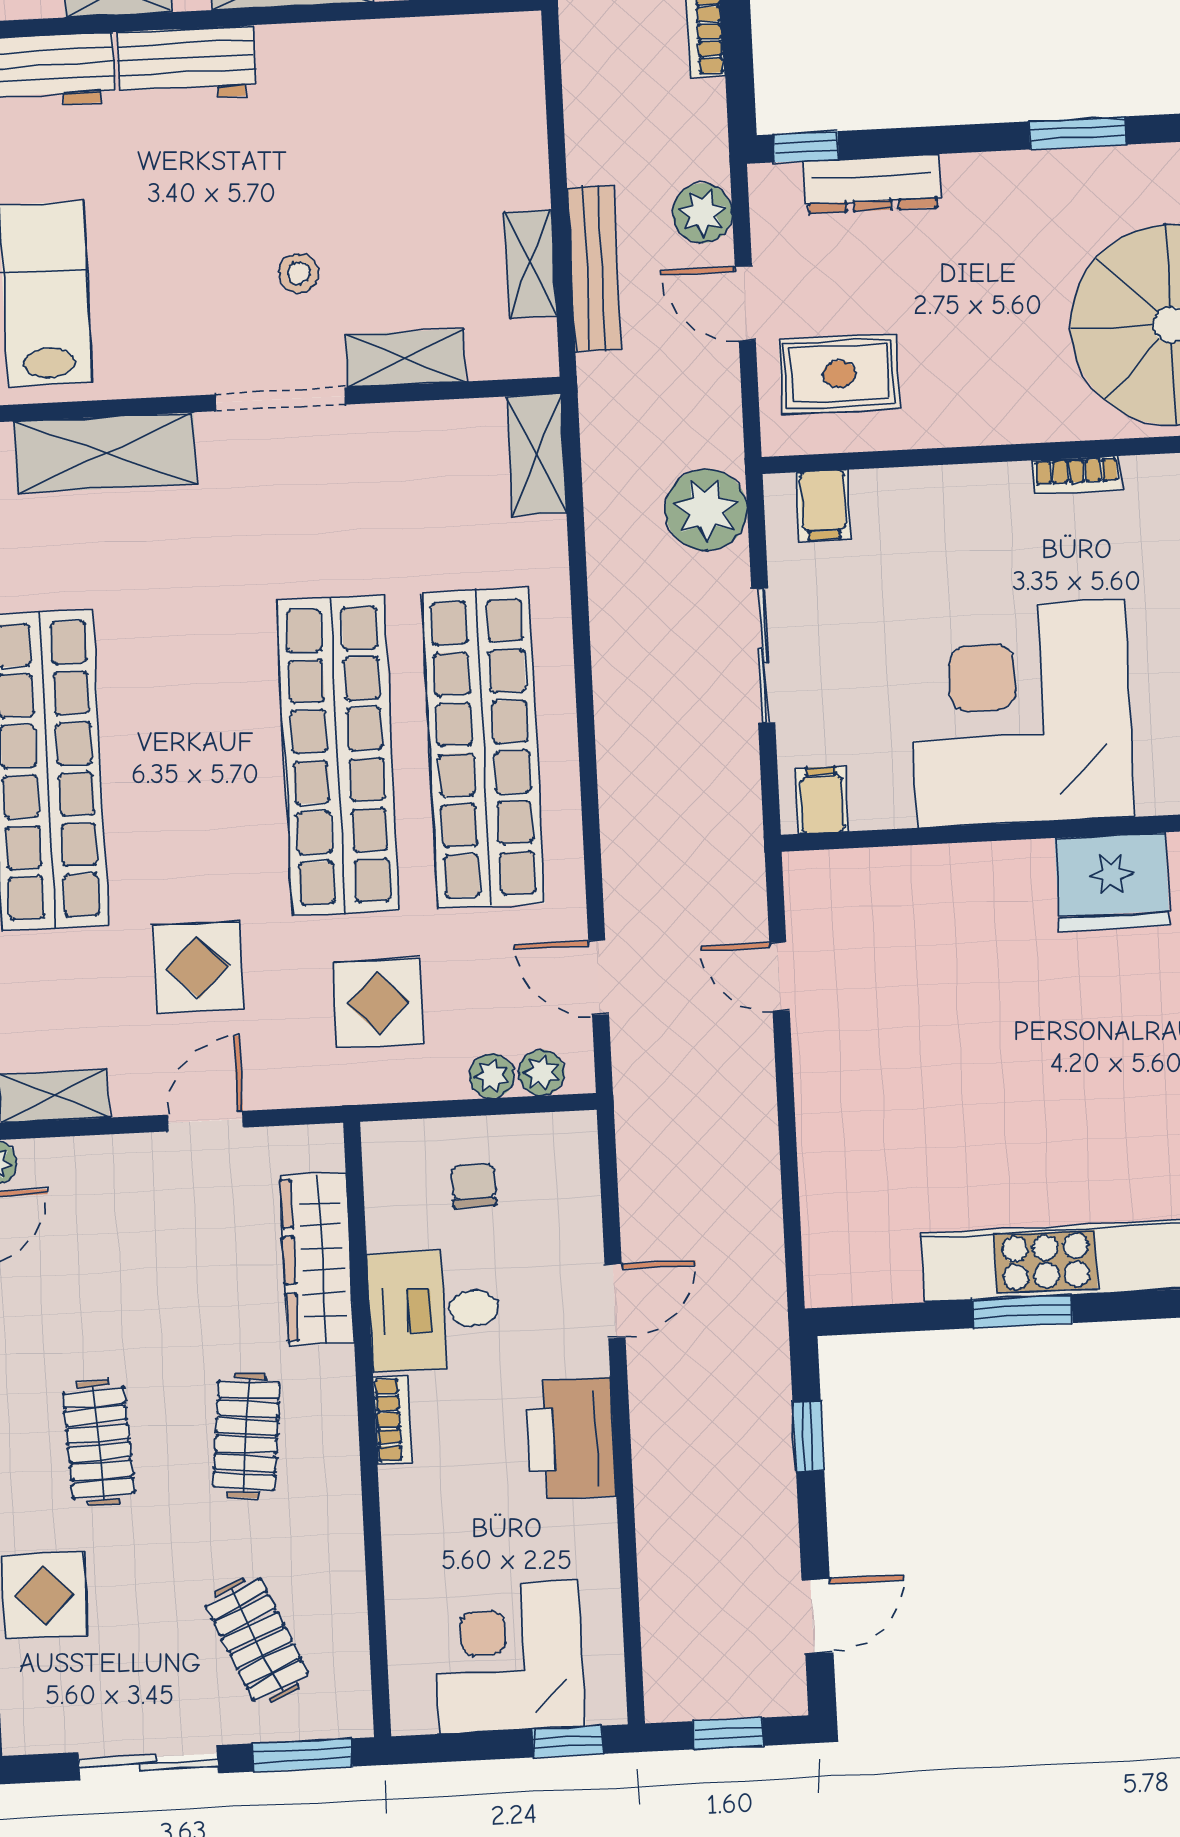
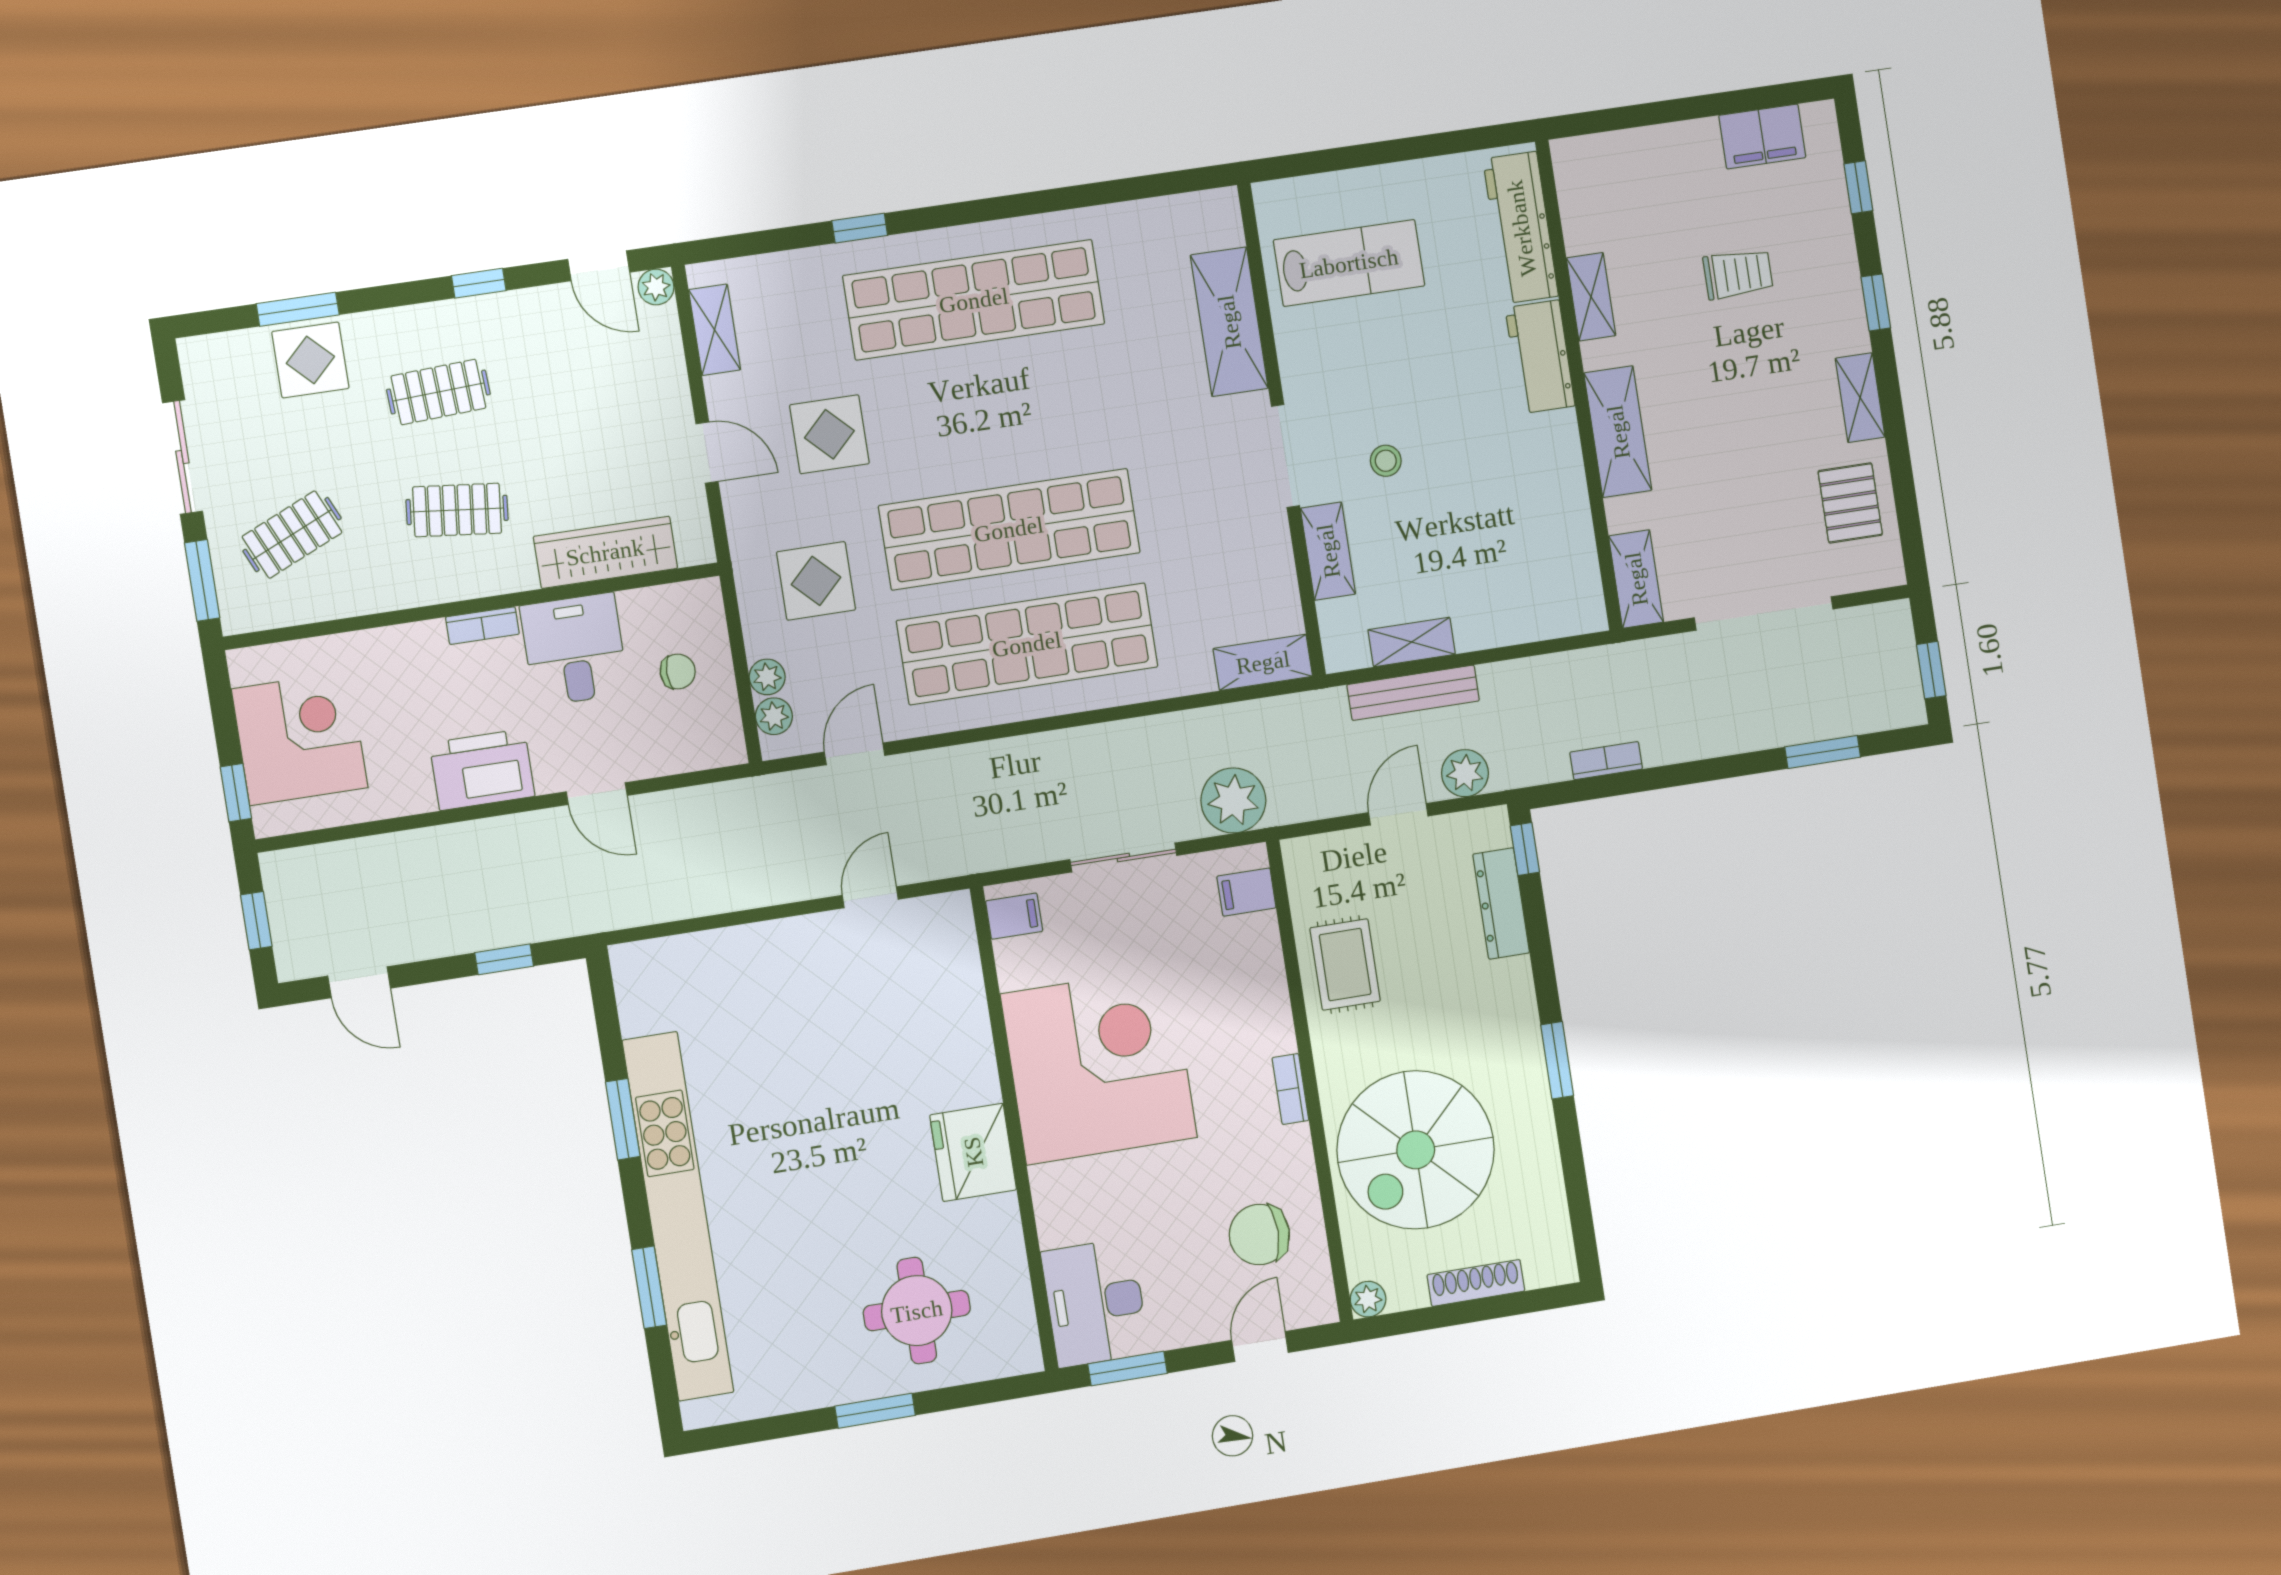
rug: (839, 374) -> (1345, 965), moved

